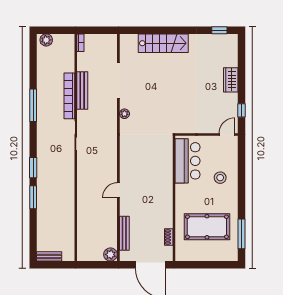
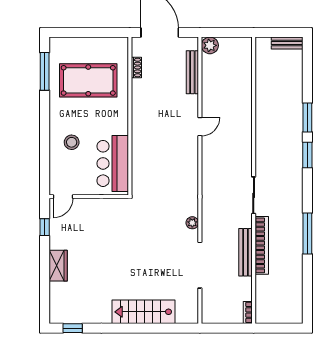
plant: (46, 40) -> (291, 316), removed

